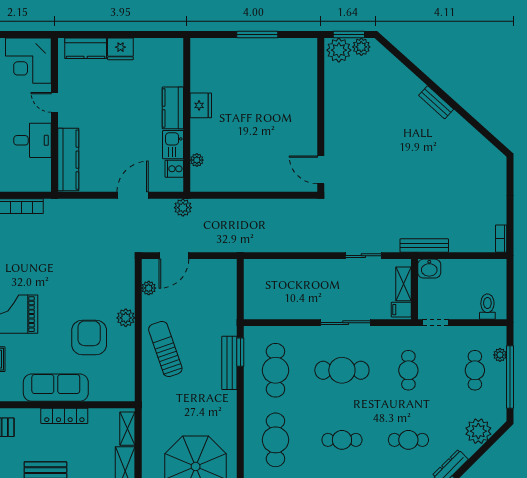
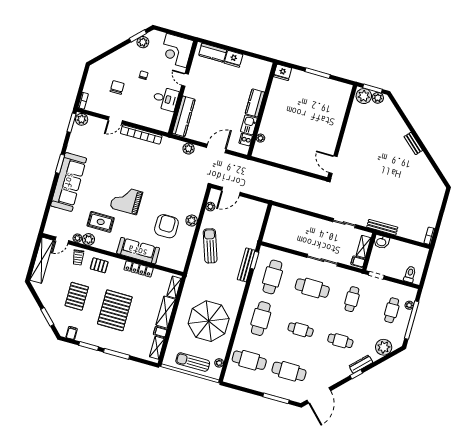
fridge: (201, 105) -> (283, 72), moved, turned 90
plant: (183, 208) -> (189, 149), moved

